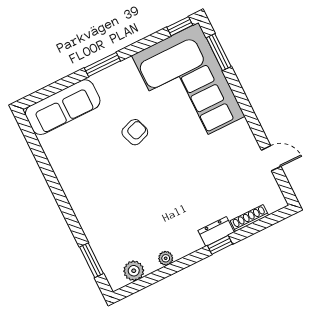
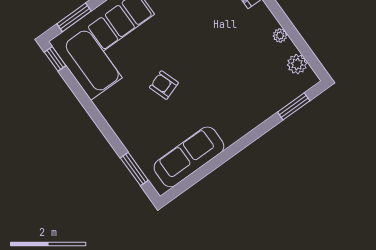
window: (102, 64) -> (134, 169), moved
sofa: (63, 107) -> (189, 157), moved, turned -90

